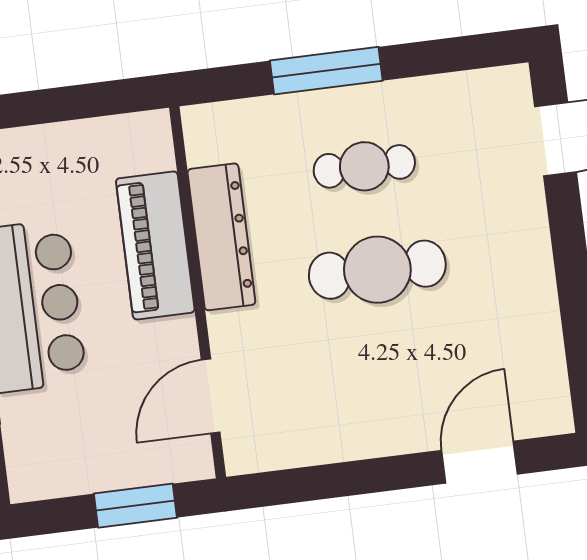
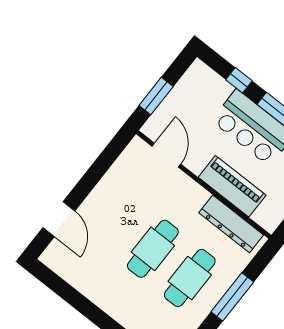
cafe table: (364, 166) -> (190, 278), width x1.37, depth x1.35
dresser: (221, 237) -> (231, 224), moved

